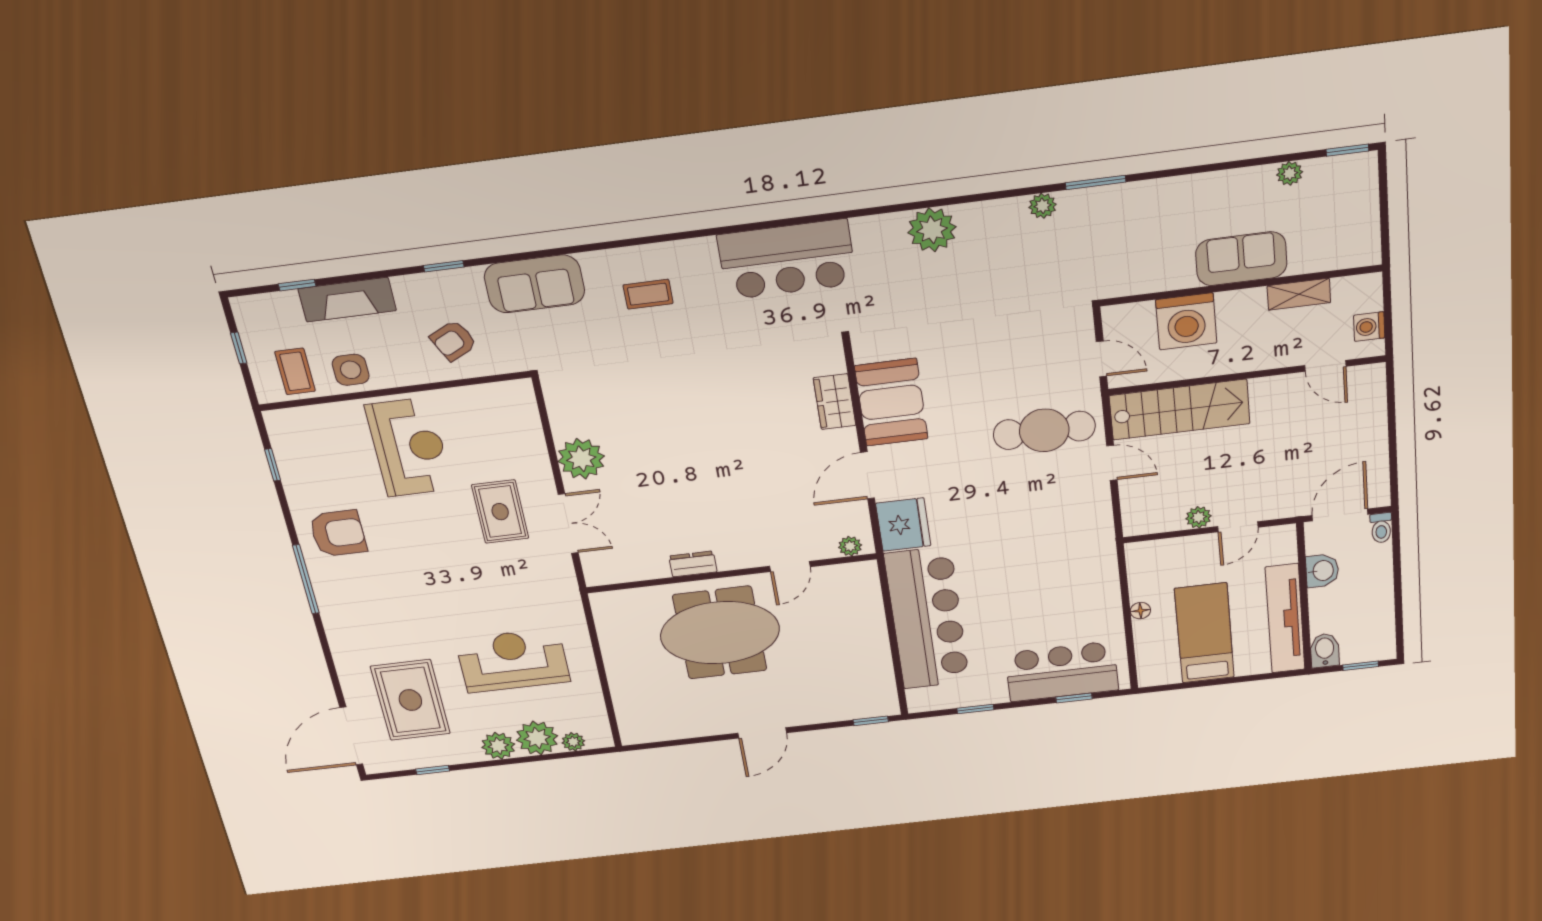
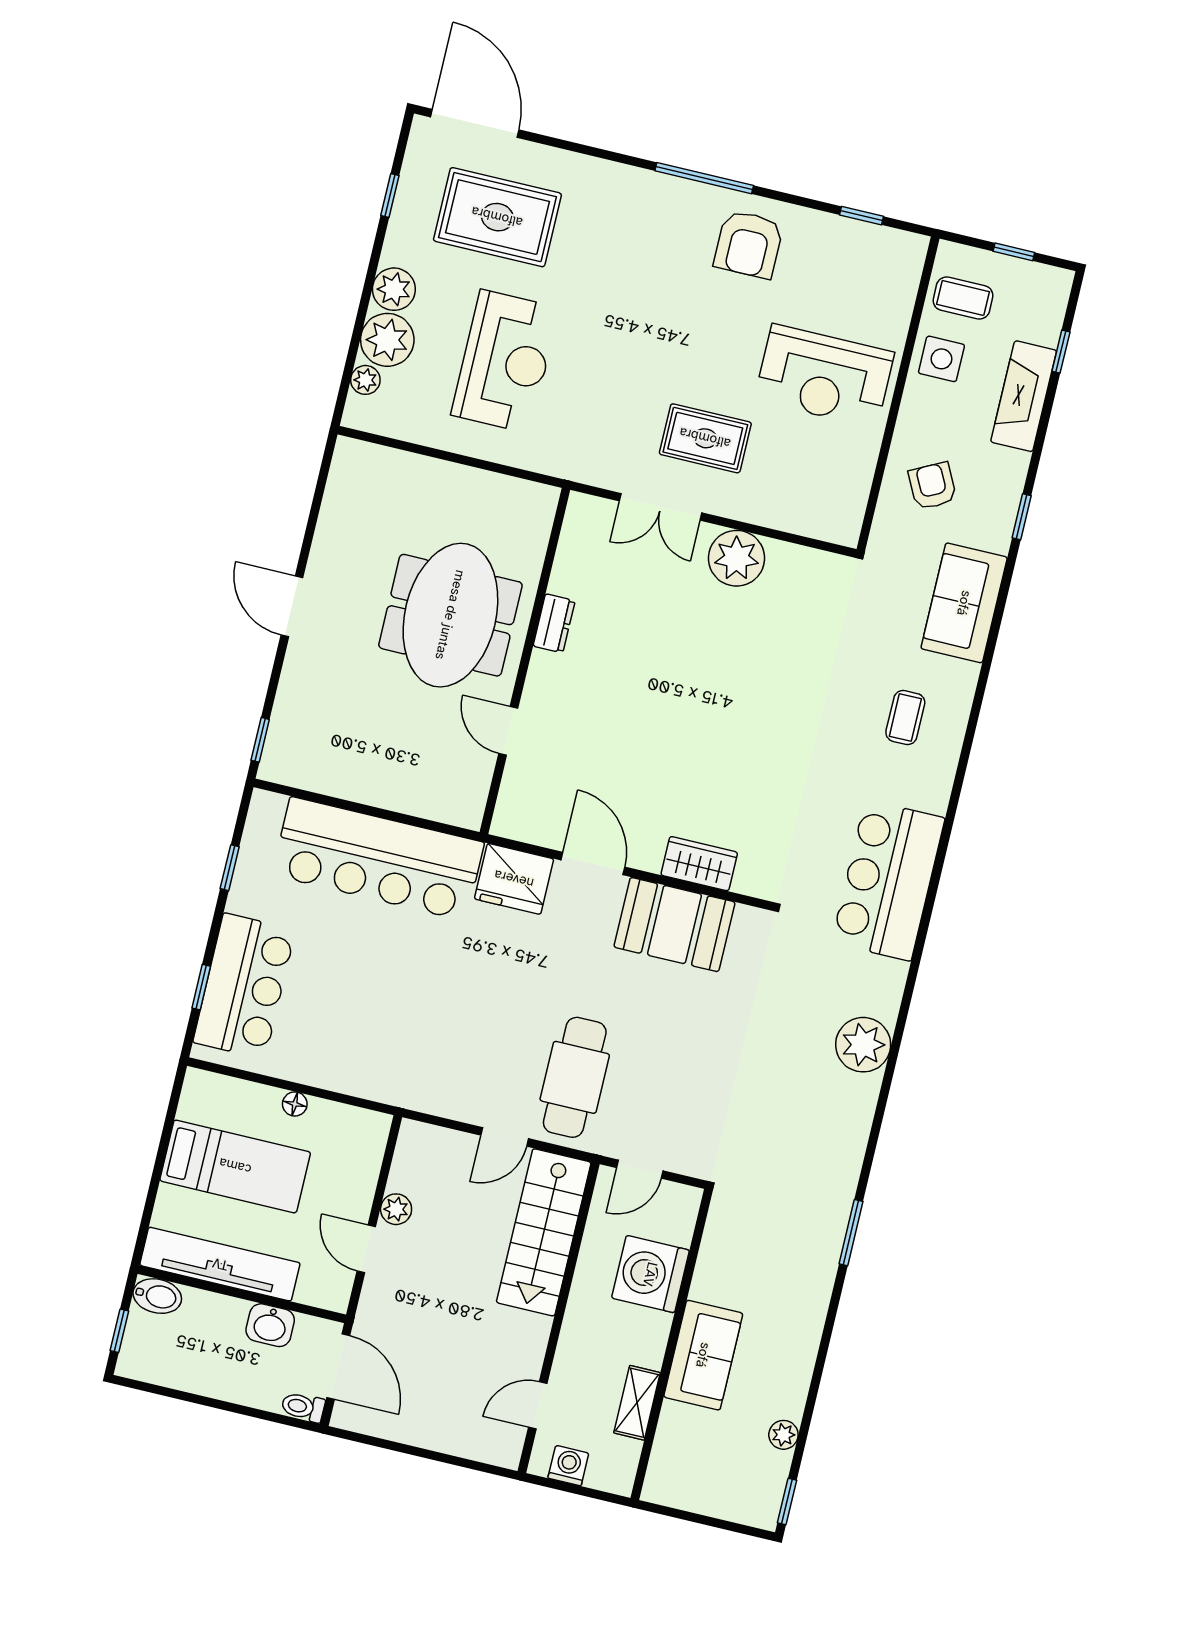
plant: (1043, 206) -> (846, 1169), removed
plant: (850, 546) -> (509, 809), removed

